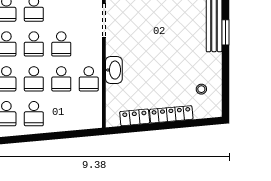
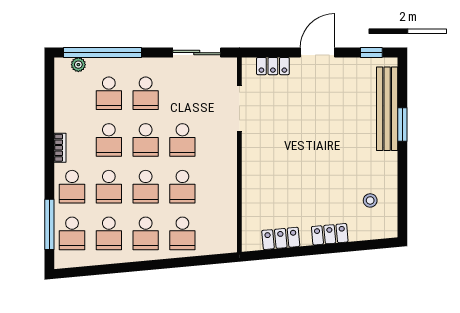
washbasin: (114, 70) -> (253, 175), removed
school desk: (89, 79) -> (182, 233), moved
locker: (171, 114) -> (330, 234), width x0.66

